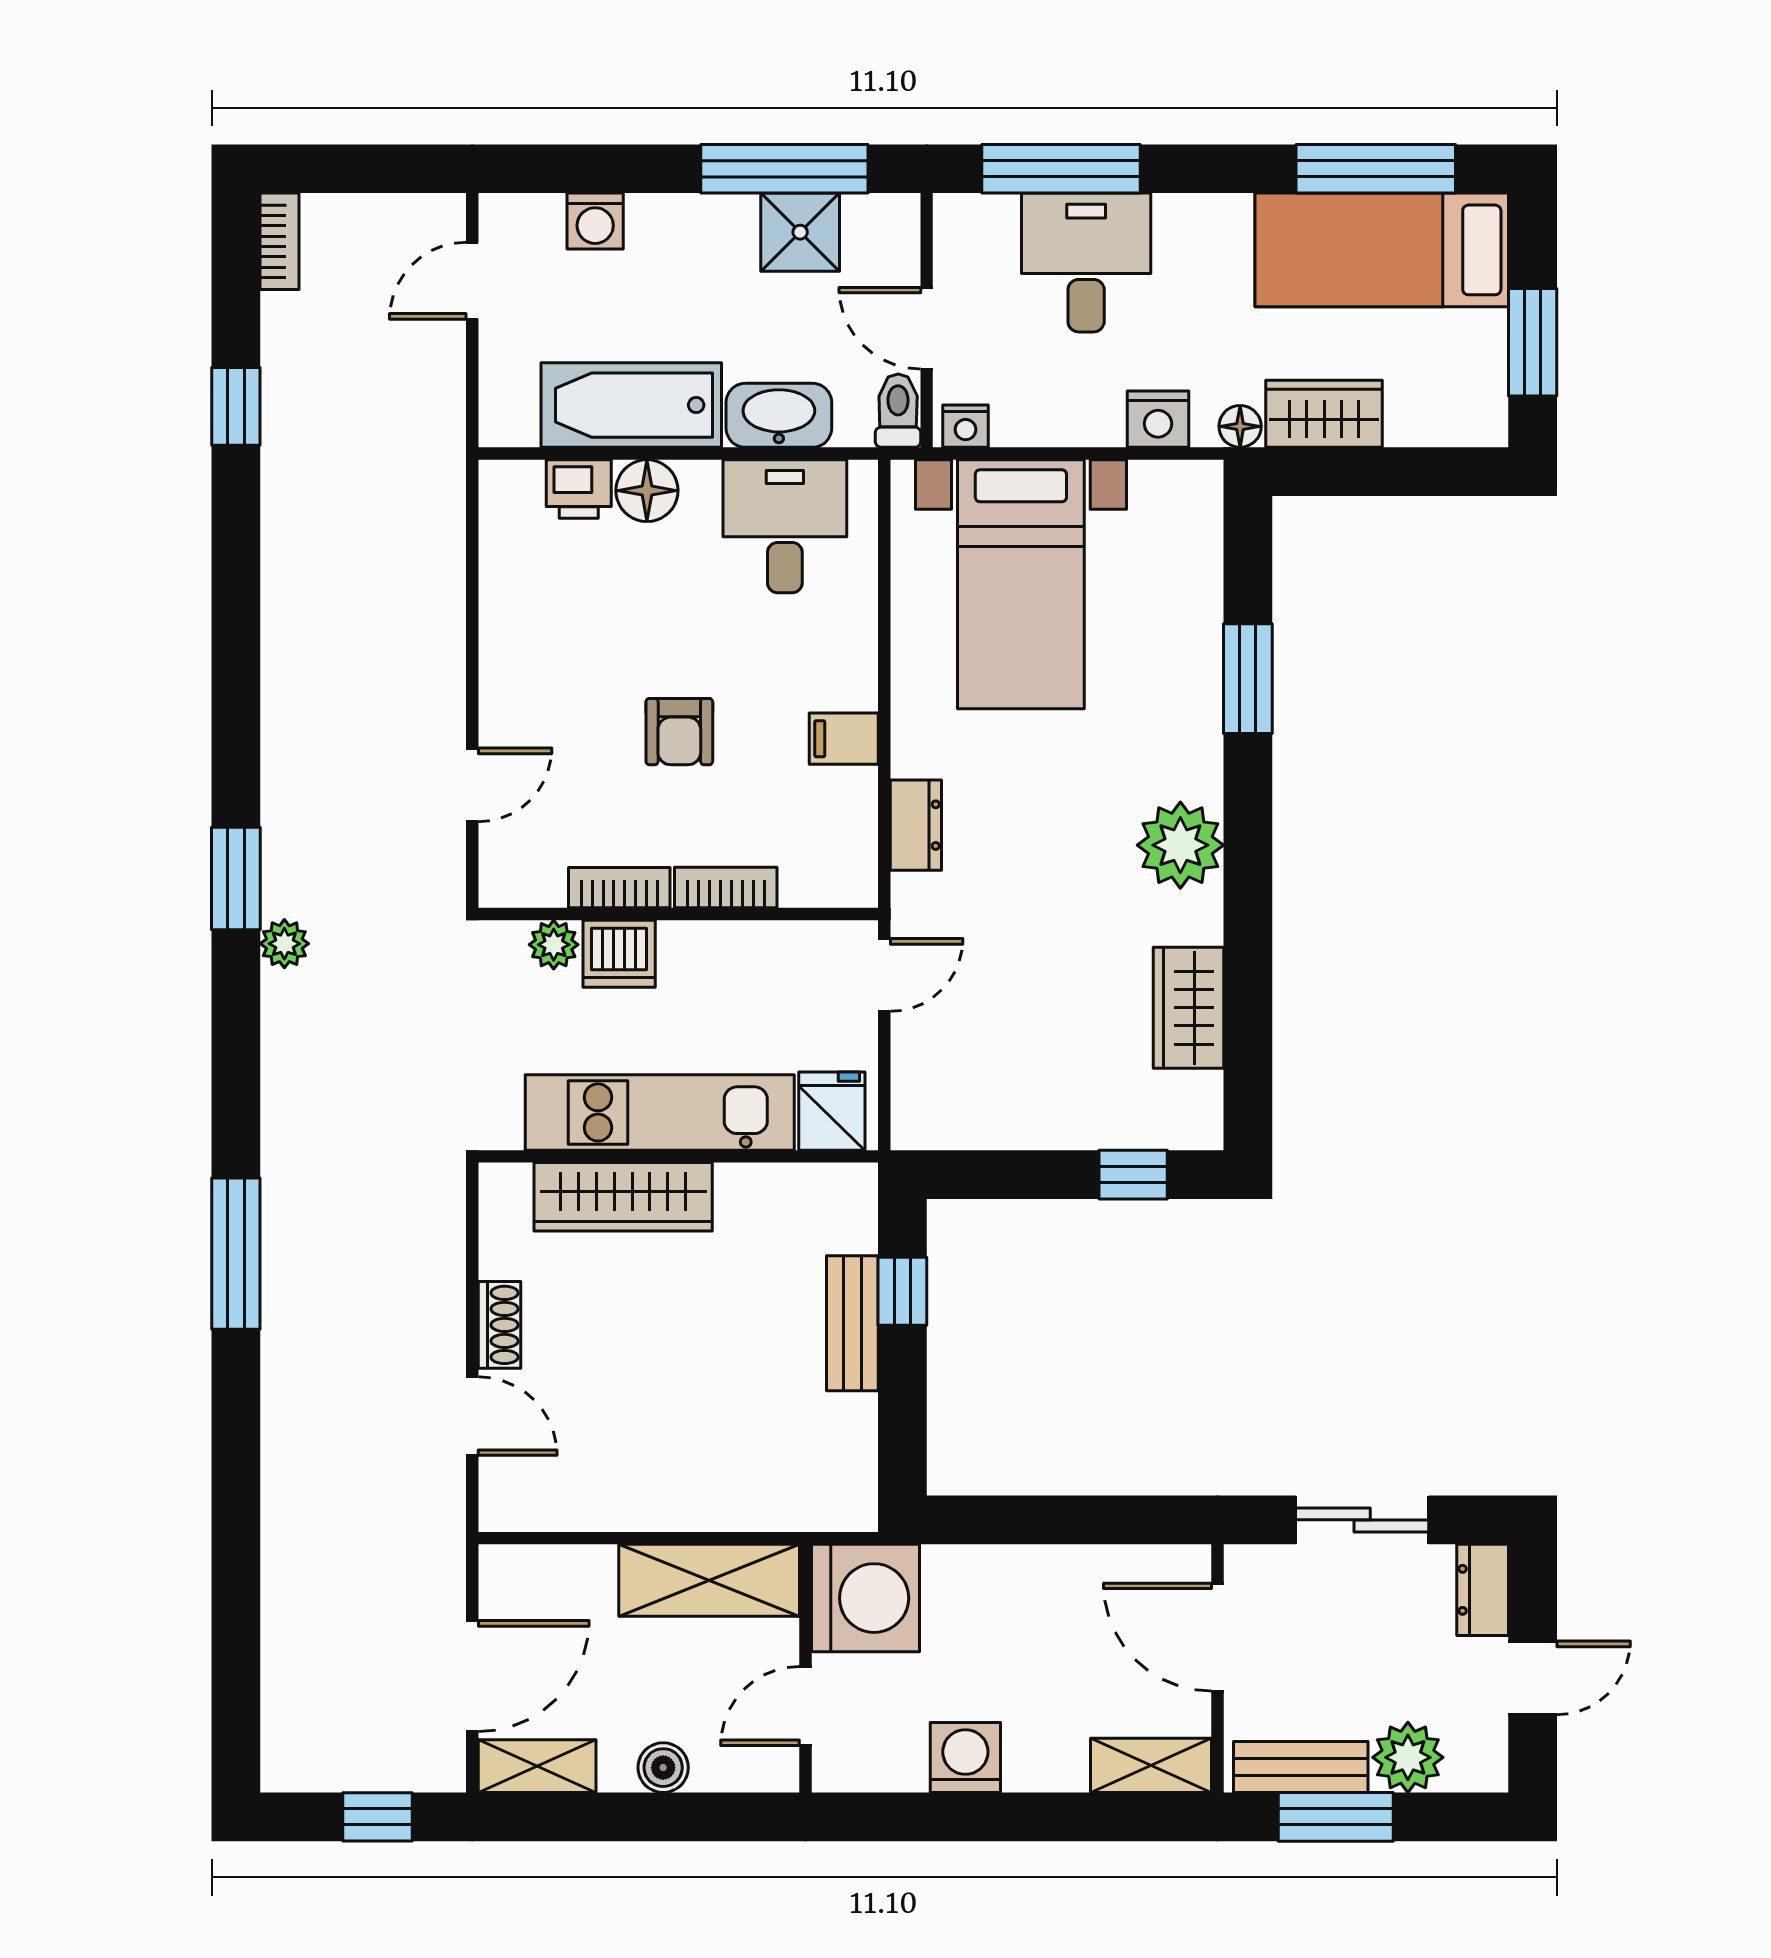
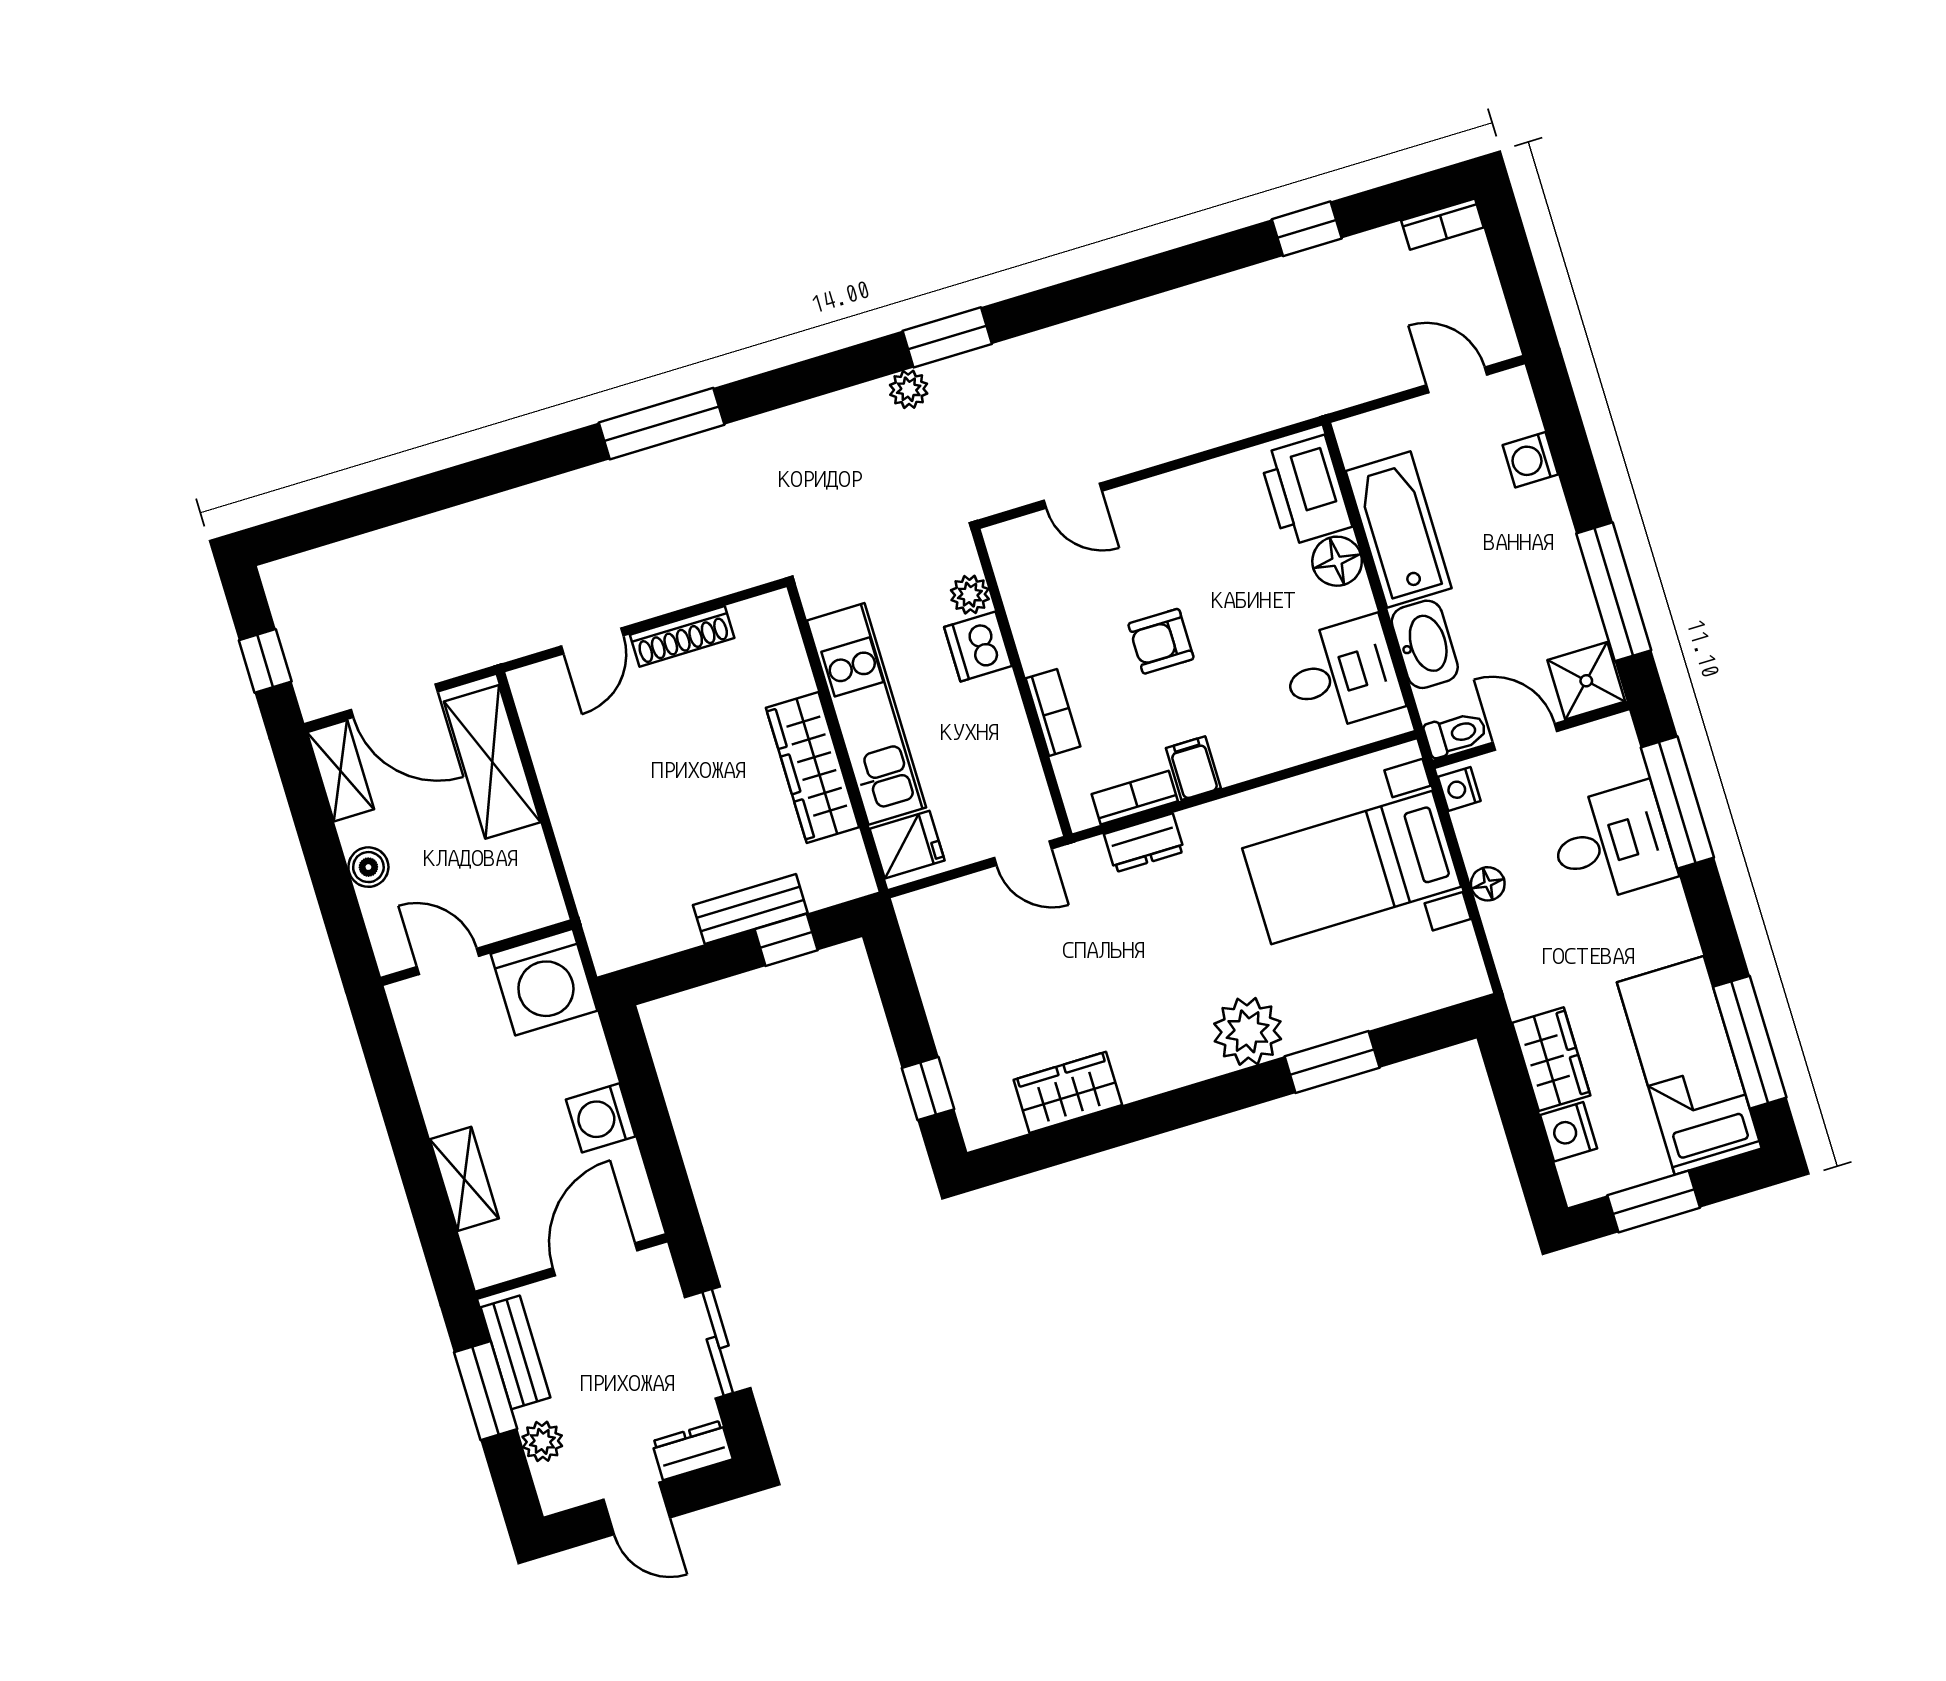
shower: (800, 232) -> (1586, 681), moved
door: (927, 328) -> (1525, 737), hinge flipped
nightstand: (1158, 419) -> (1569, 1132), moved
floor lamp: (1240, 426) -> (1488, 884), moved
printer: (579, 489) -> (1305, 491), width x1.87, depth x1.48
plant: (1180, 845) -> (1248, 1031), moved
bookcase: (619, 888) -> (1135, 798), moved, turned -90
wardrobe: (623, 1197) -> (813, 768), moved
shoe rack: (499, 1325) -> (682, 636), width x1.43
shelving: (709, 1580) -> (492, 762), moved
plant: (1408, 1757) -> (542, 1441), width x0.73, depth x0.73
washing machine: (965, 1758) -> (601, 1118), moved, turned 180
shelving: (1151, 1765) -> (464, 1179), moved

